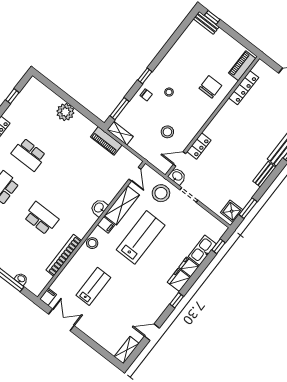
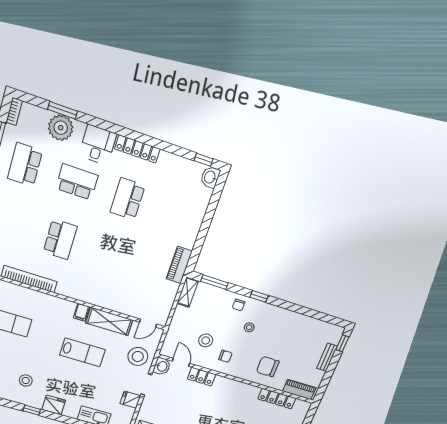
bench: (206, 23) -> (327, 357), moved
chair: (210, 87) -> (268, 367), turned 180
window: (12, 96) -> (204, 160), moved
plant: (65, 112) -> (191, 224), removed
chair: (188, 120) -> (225, 356), added
piano: (106, 141) -> (179, 265), moved
washbasin: (99, 208) -> (210, 177), moved, turned -90
lab bench: (141, 237) -> (83, 352), width x0.73, depth x0.72
stool: (92, 243) -> (26, 381), moved
fridge: (189, 267) -> (130, 400), moved, turned -90

